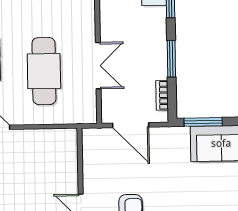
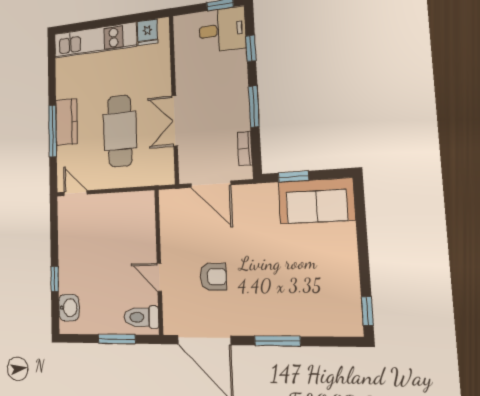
double door: (98, 66) -> (175, 121), swing flipped
window: (203, 122) -> (293, 176), width x0.67

